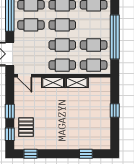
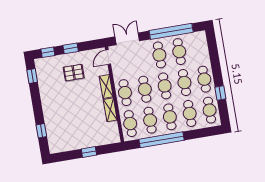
cafe table: (94, 25) -> (170, 117), added
pallet: (26, 127) -> (74, 73), moved

